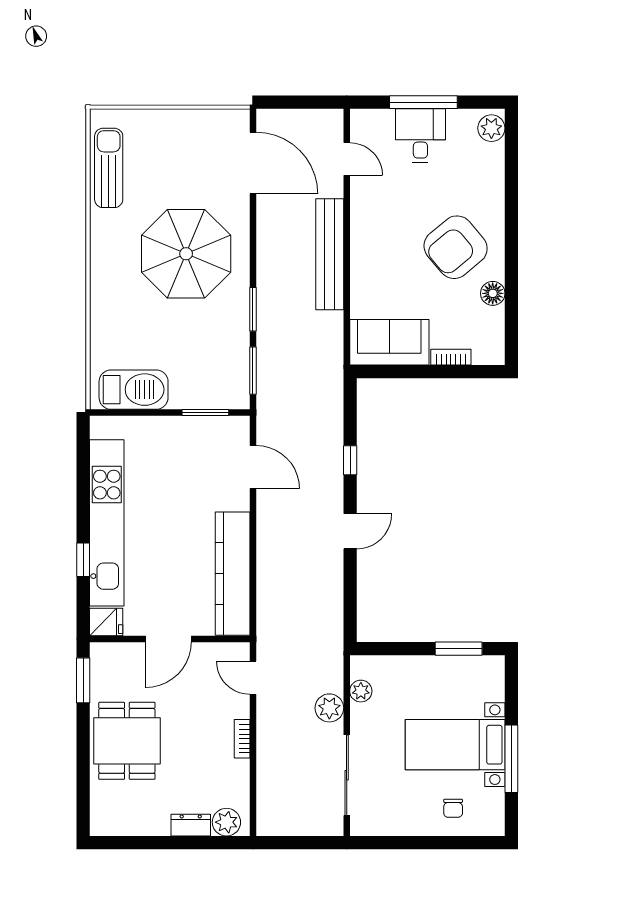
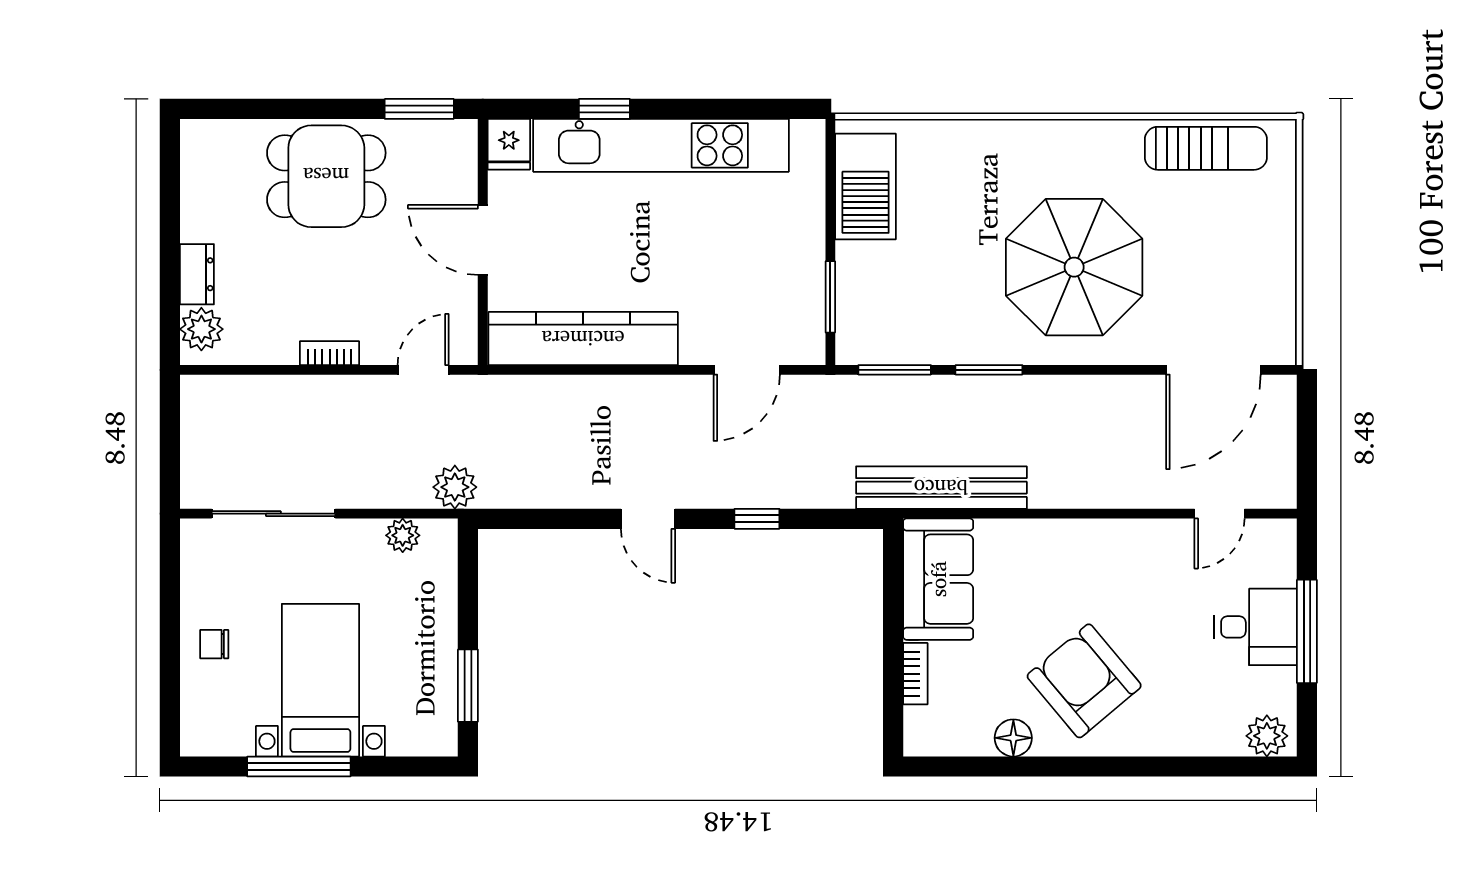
bench: (330, 254) -> (941, 488), moved
plant: (329, 708) -> (455, 487), moved
chair: (453, 808) -> (214, 644), moved

